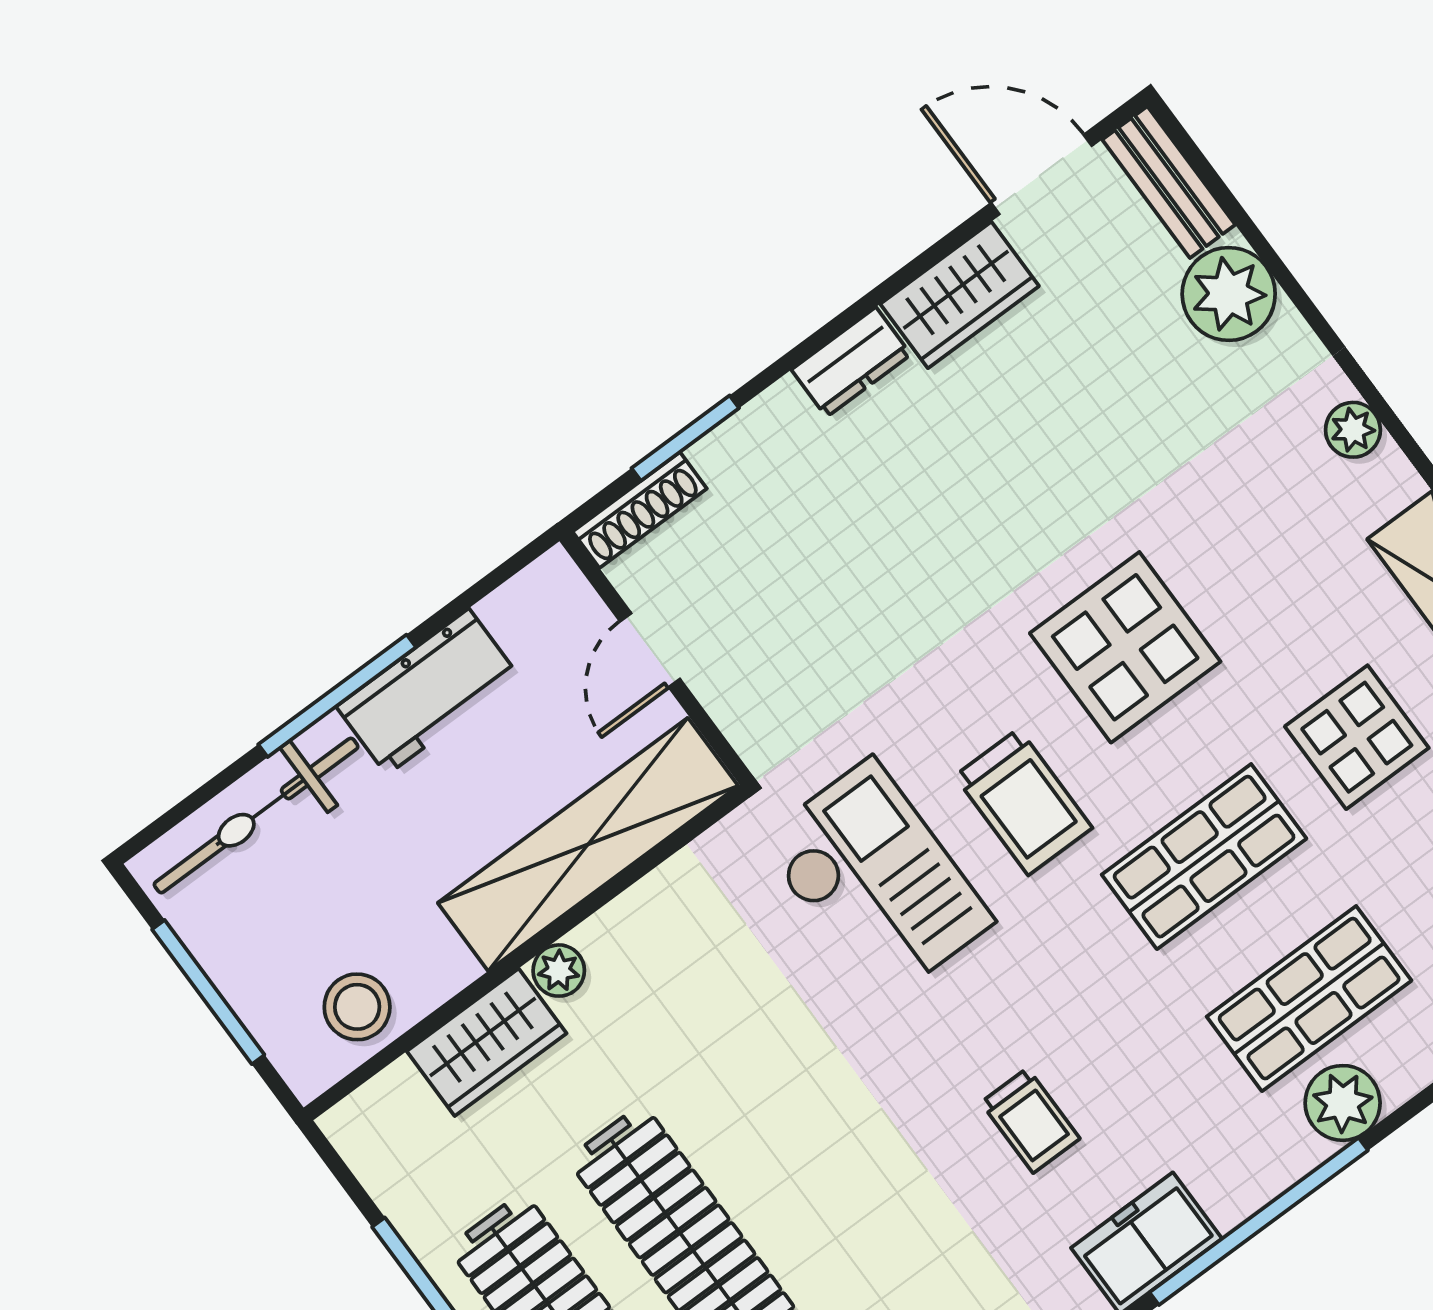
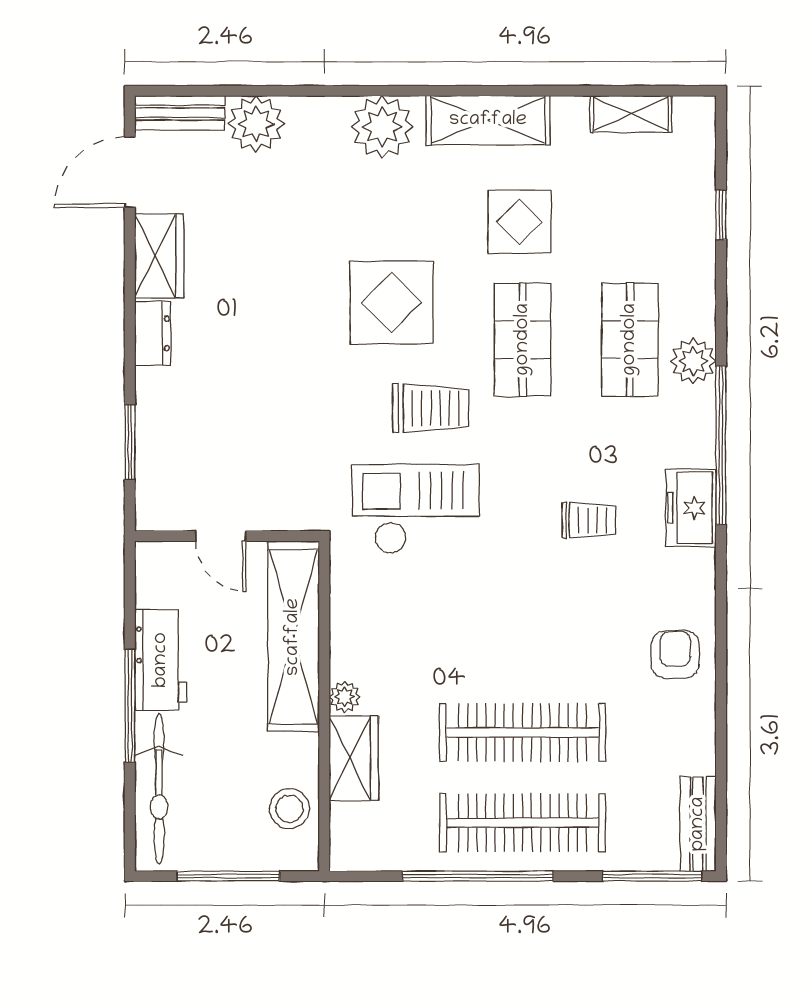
plant: (1353, 430) -> (382, 127), width x1.88, depth x1.88
shoe rack: (640, 510) -> (149, 490), removed

